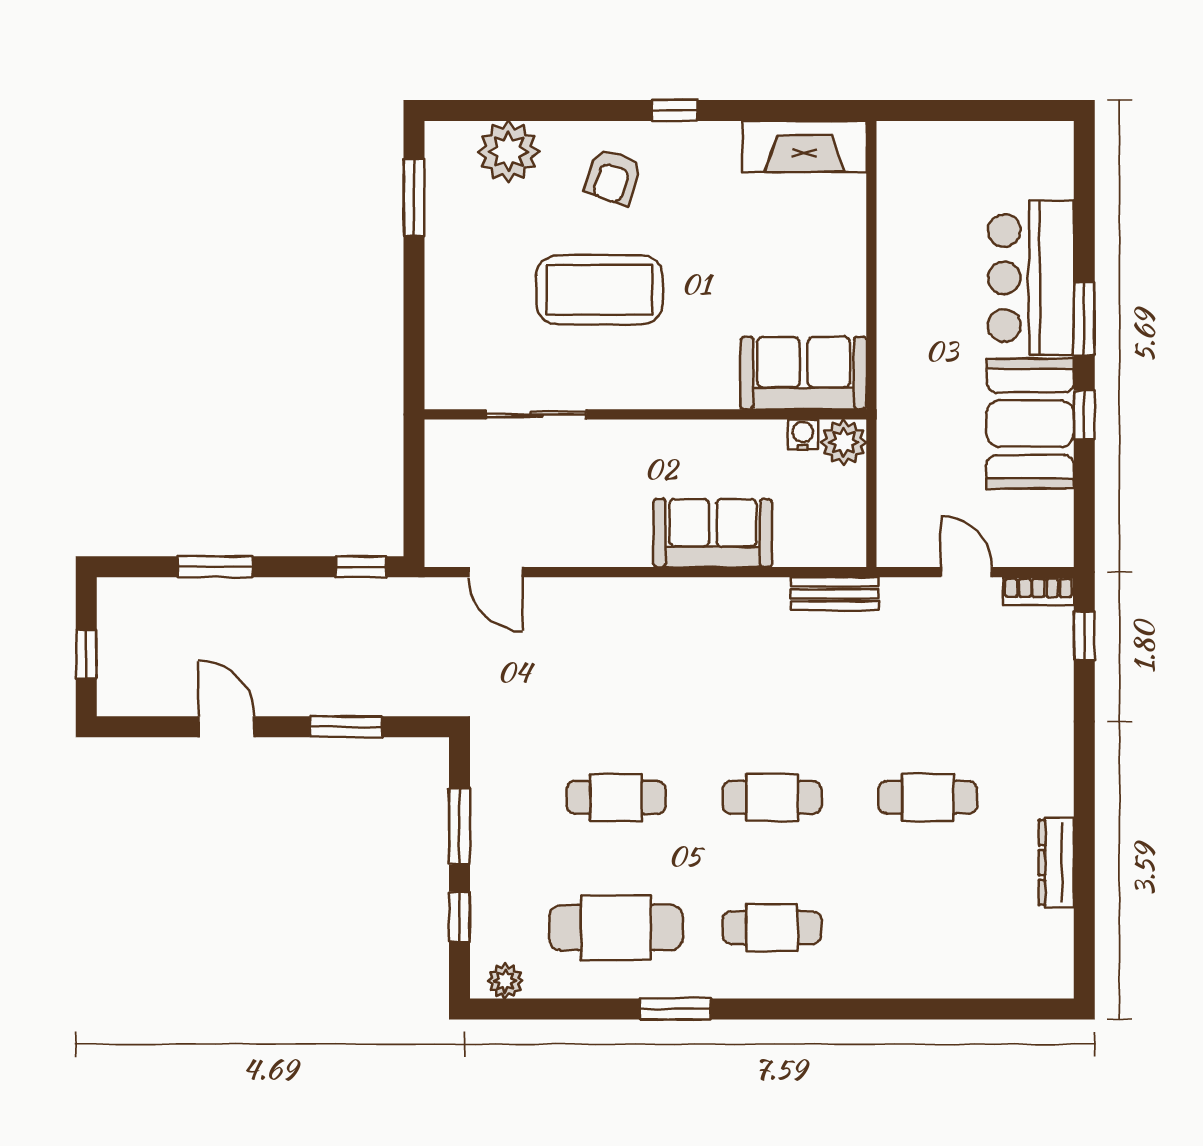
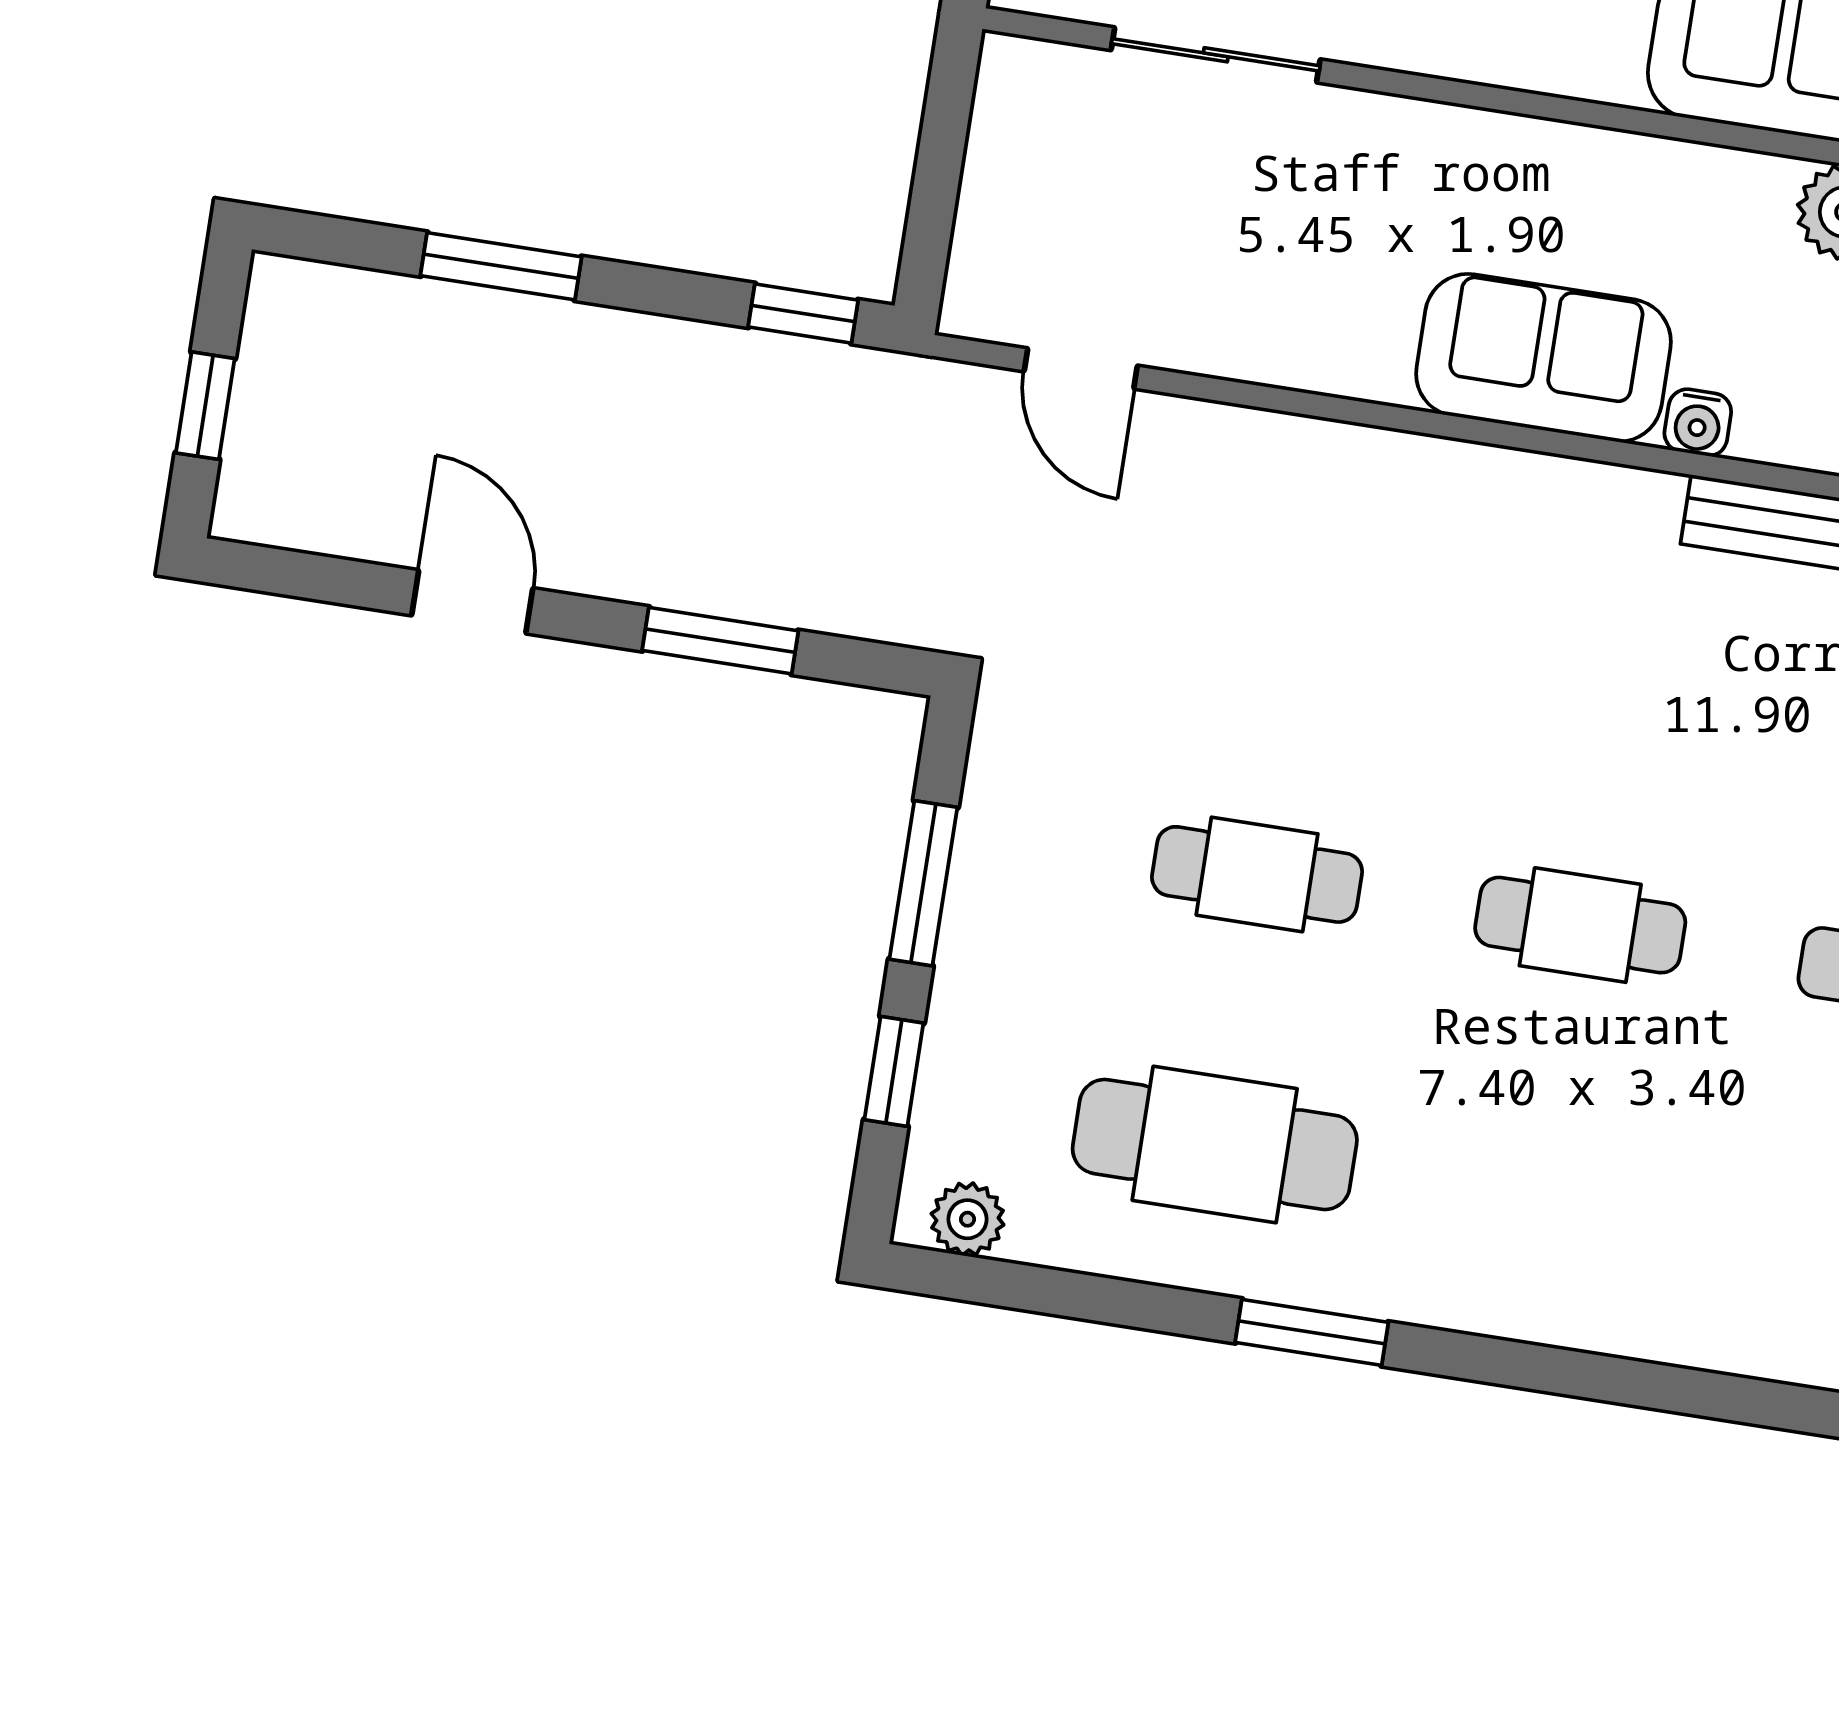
water cooler: (803, 434) -> (1698, 423), moved, turned 180
cafe table: (772, 928) -> (1538, 1195), removed

